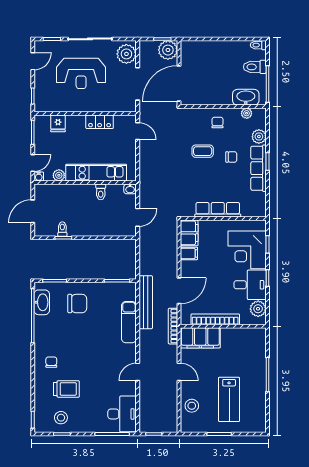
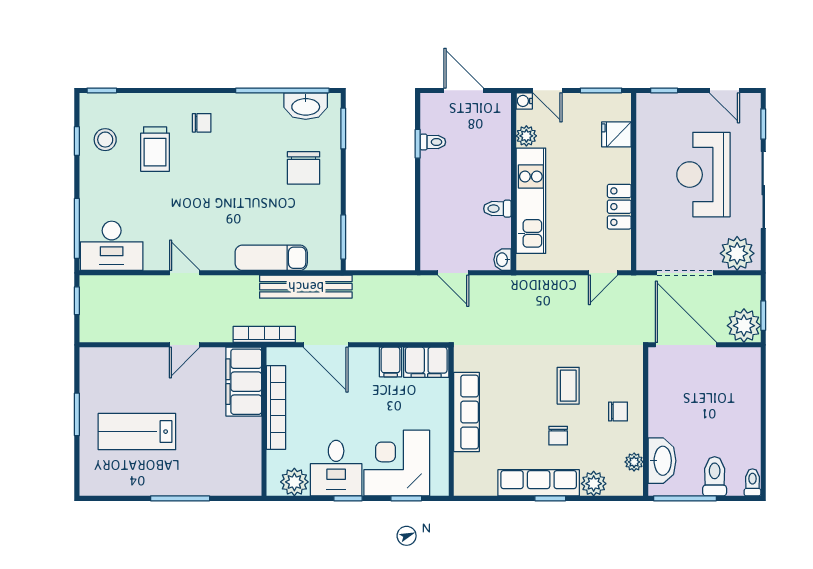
stool: (192, 406) -> (126, 367), removed

